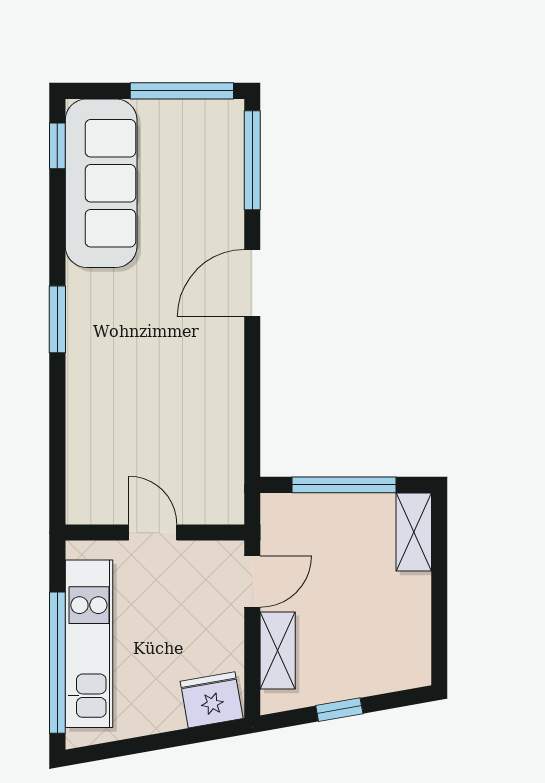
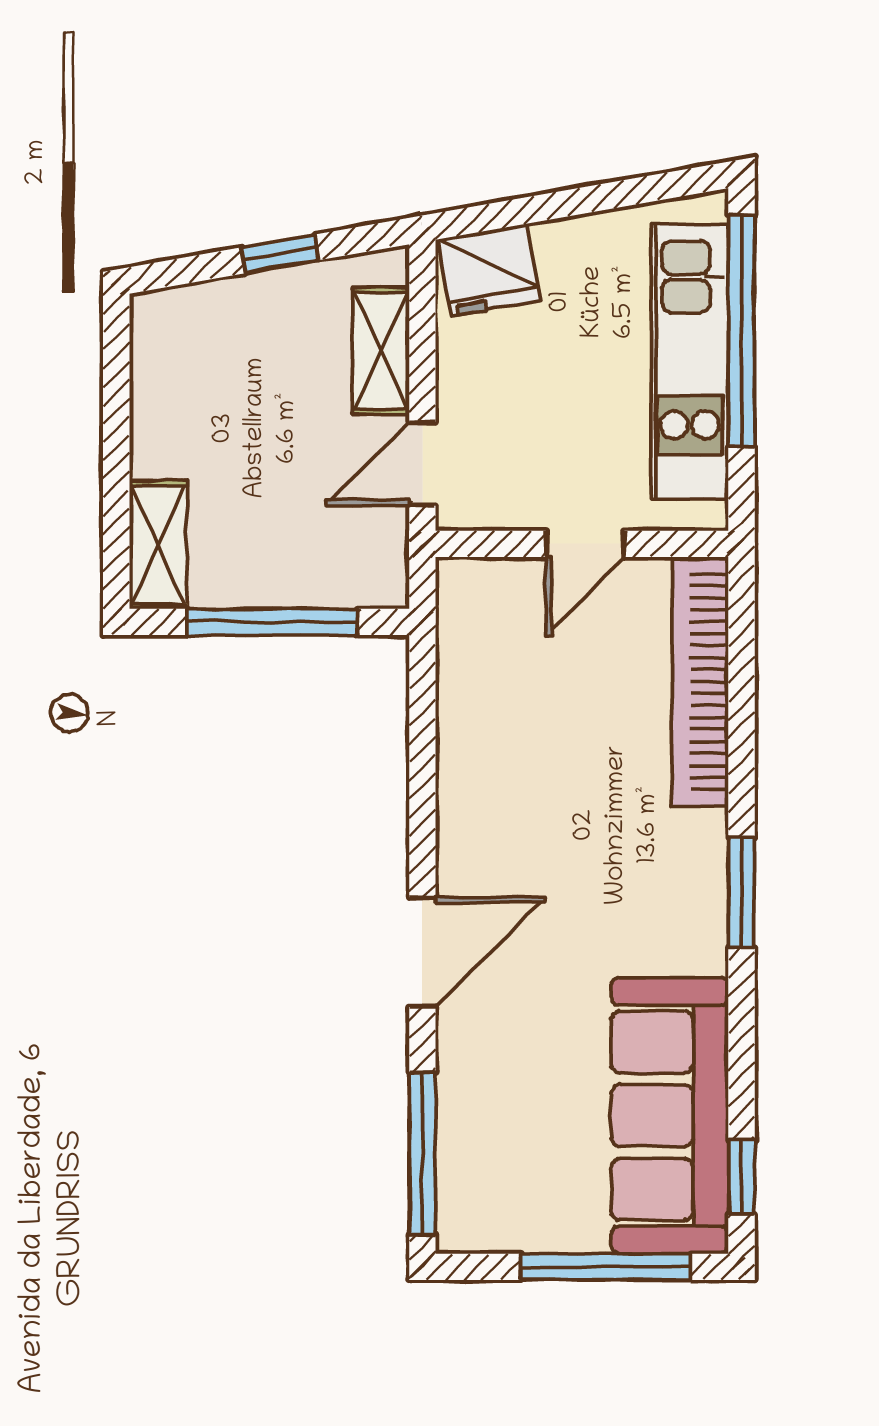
window: (182, 91) -> (606, 1267), moved
bookcase: (83, 448) -> (700, 682), added
door: (153, 533) -> (585, 544), hinge flipped

